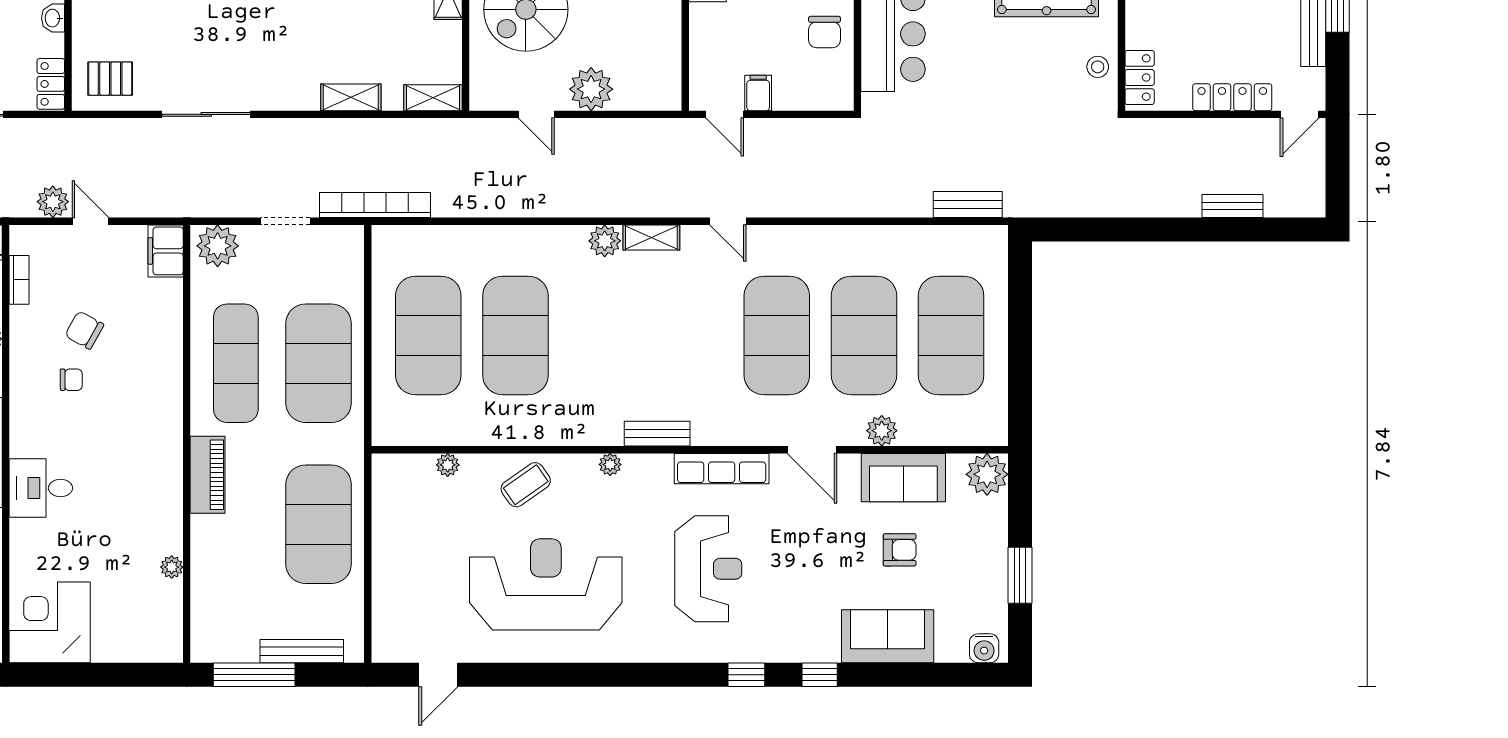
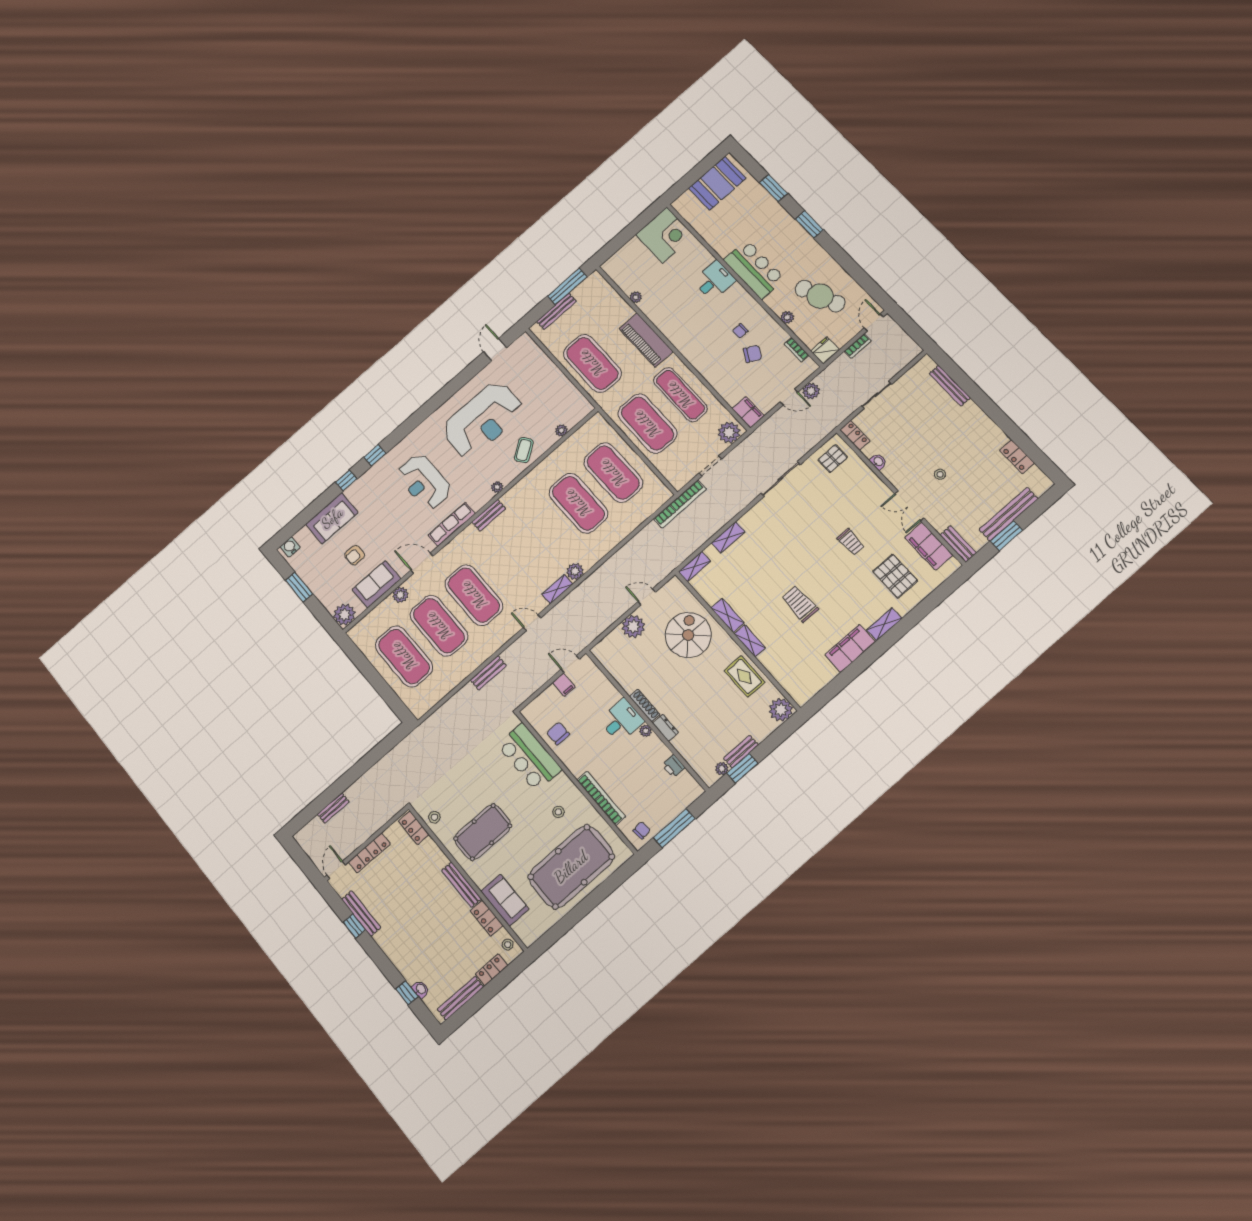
bench: (968, 204) -> (488, 673), moved
piano: (208, 475) -> (646, 340), width x1.37, depth x1.33

